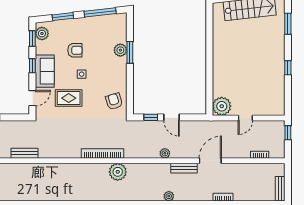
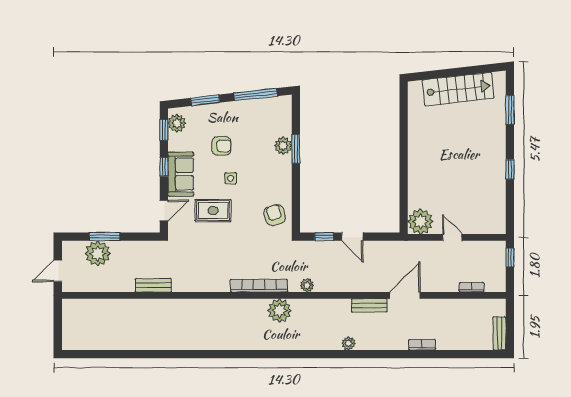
door: (245, 118) -> (452, 237), swing flipped
plant: (165, 153) -> (307, 285), moved

